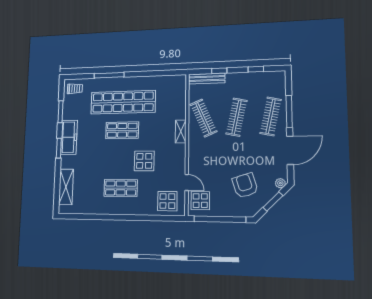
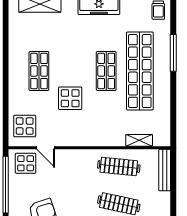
window: (219, 71) -> (173, 185), removed
clothes rail: (203, 118) -> (119, 166), turned 30
shelving: (181, 131) -> (139, 140), moved
door: (187, 183) -> (46, 148), hinge flipped

